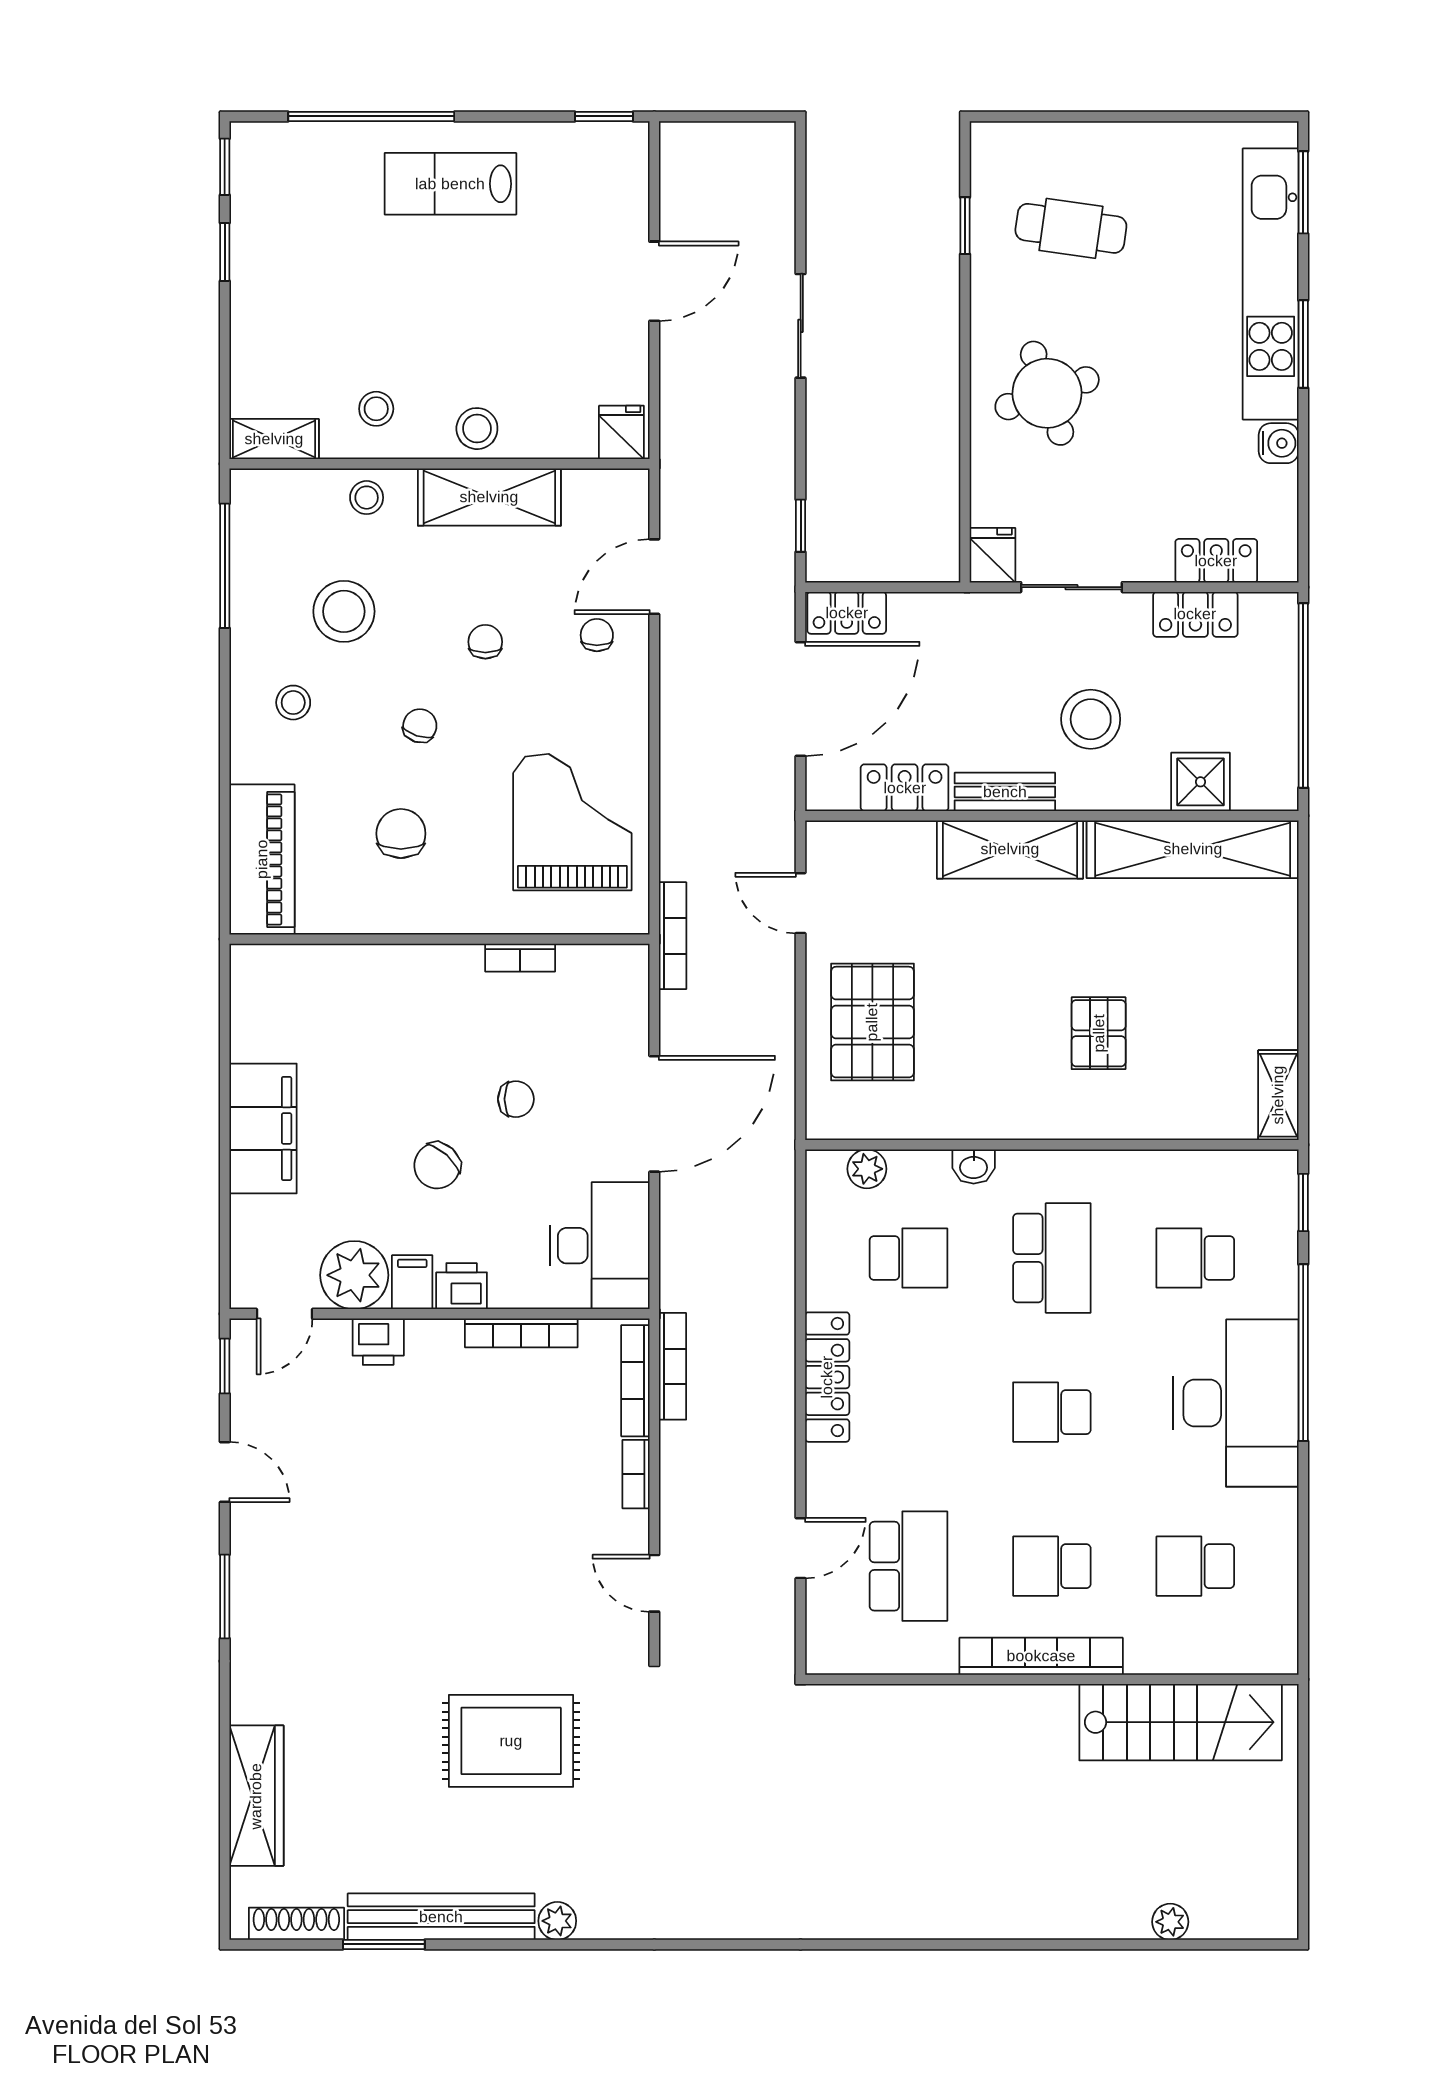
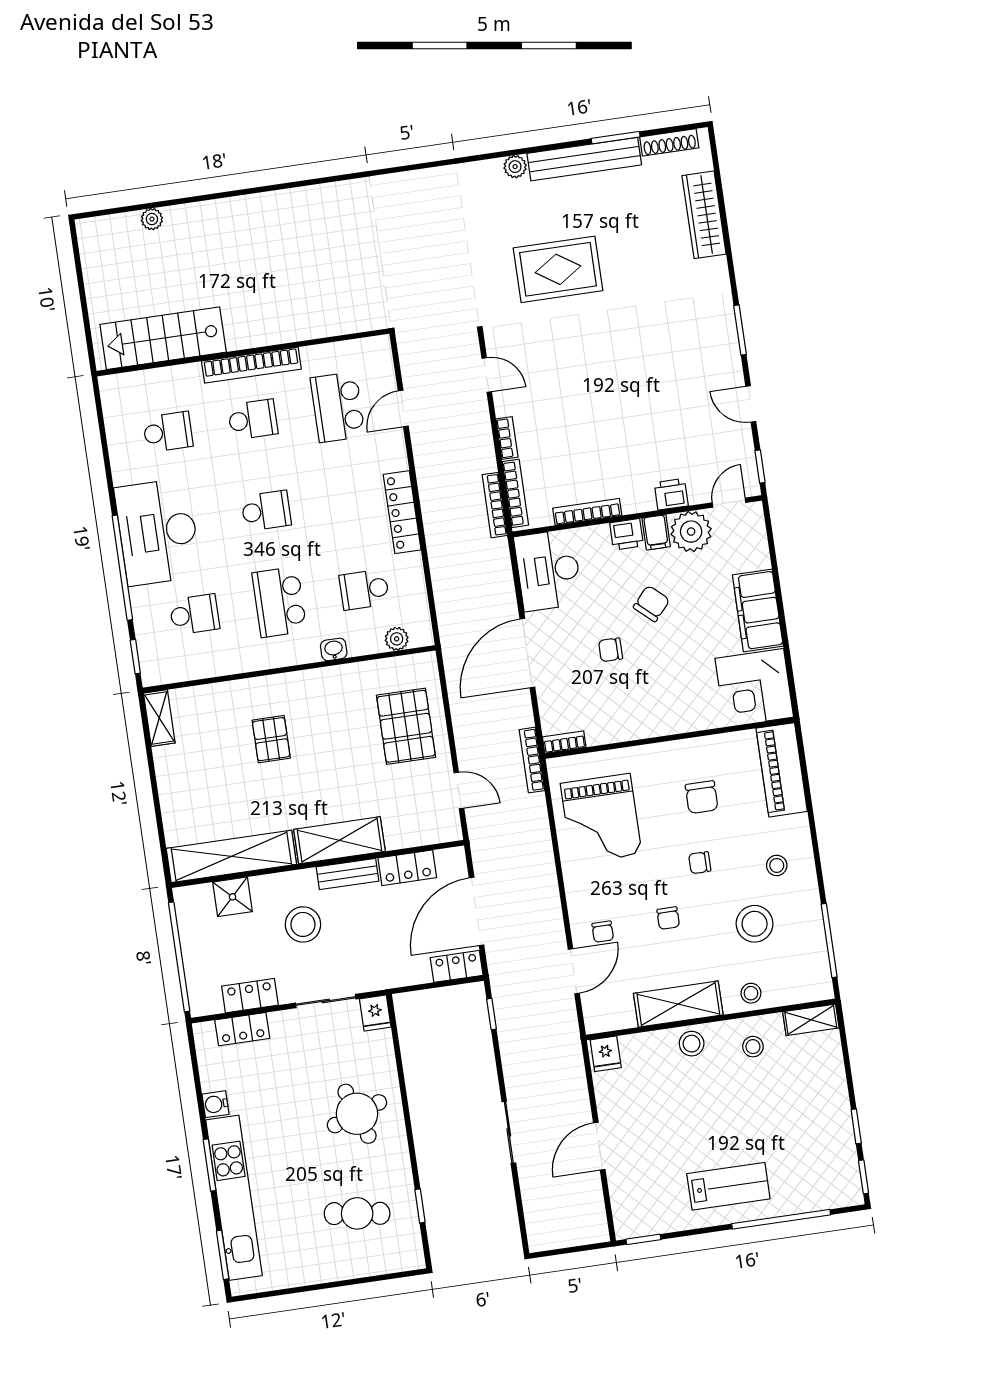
chair: (420, 726) -> (700, 863), turned 72
bookcase: (520, 958) -> (564, 742), moved
corner desk: (287, 1002) -> (754, 688), added

